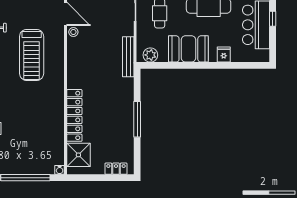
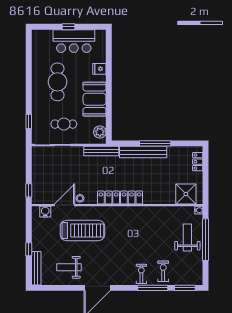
treadmill: (32, 55) -> (82, 230), moved
bench: (127, 105) -> (143, 152), added
locker: (74, 115) -> (120, 198), moved
weight bench: (28, 157) -> (187, 237), added

